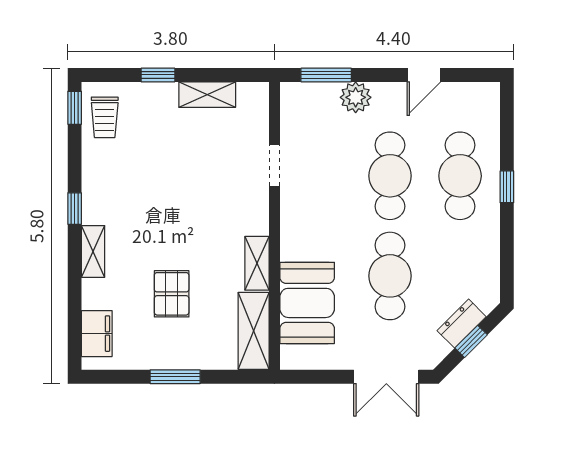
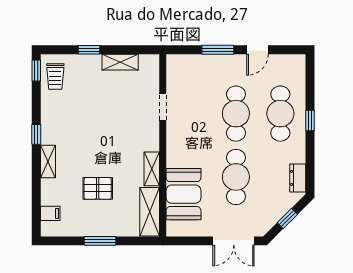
window: (326, 75) -> (218, 50), moved
plant: (356, 97) -> (214, 64), removed
pallet: (172, 294) -> (98, 188), turned 90
dresser: (462, 324) -> (298, 178), moved, turned -45
filing cabinet: (97, 334) -> (50, 213), width x0.50

